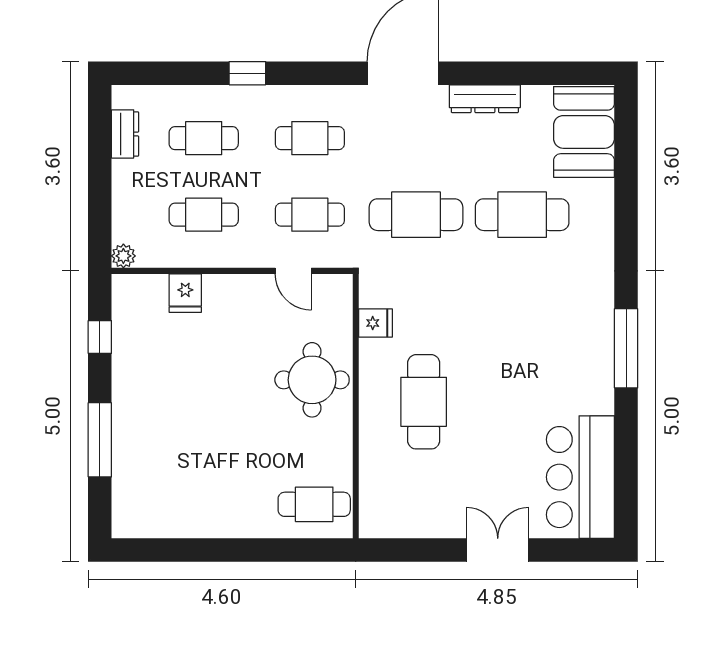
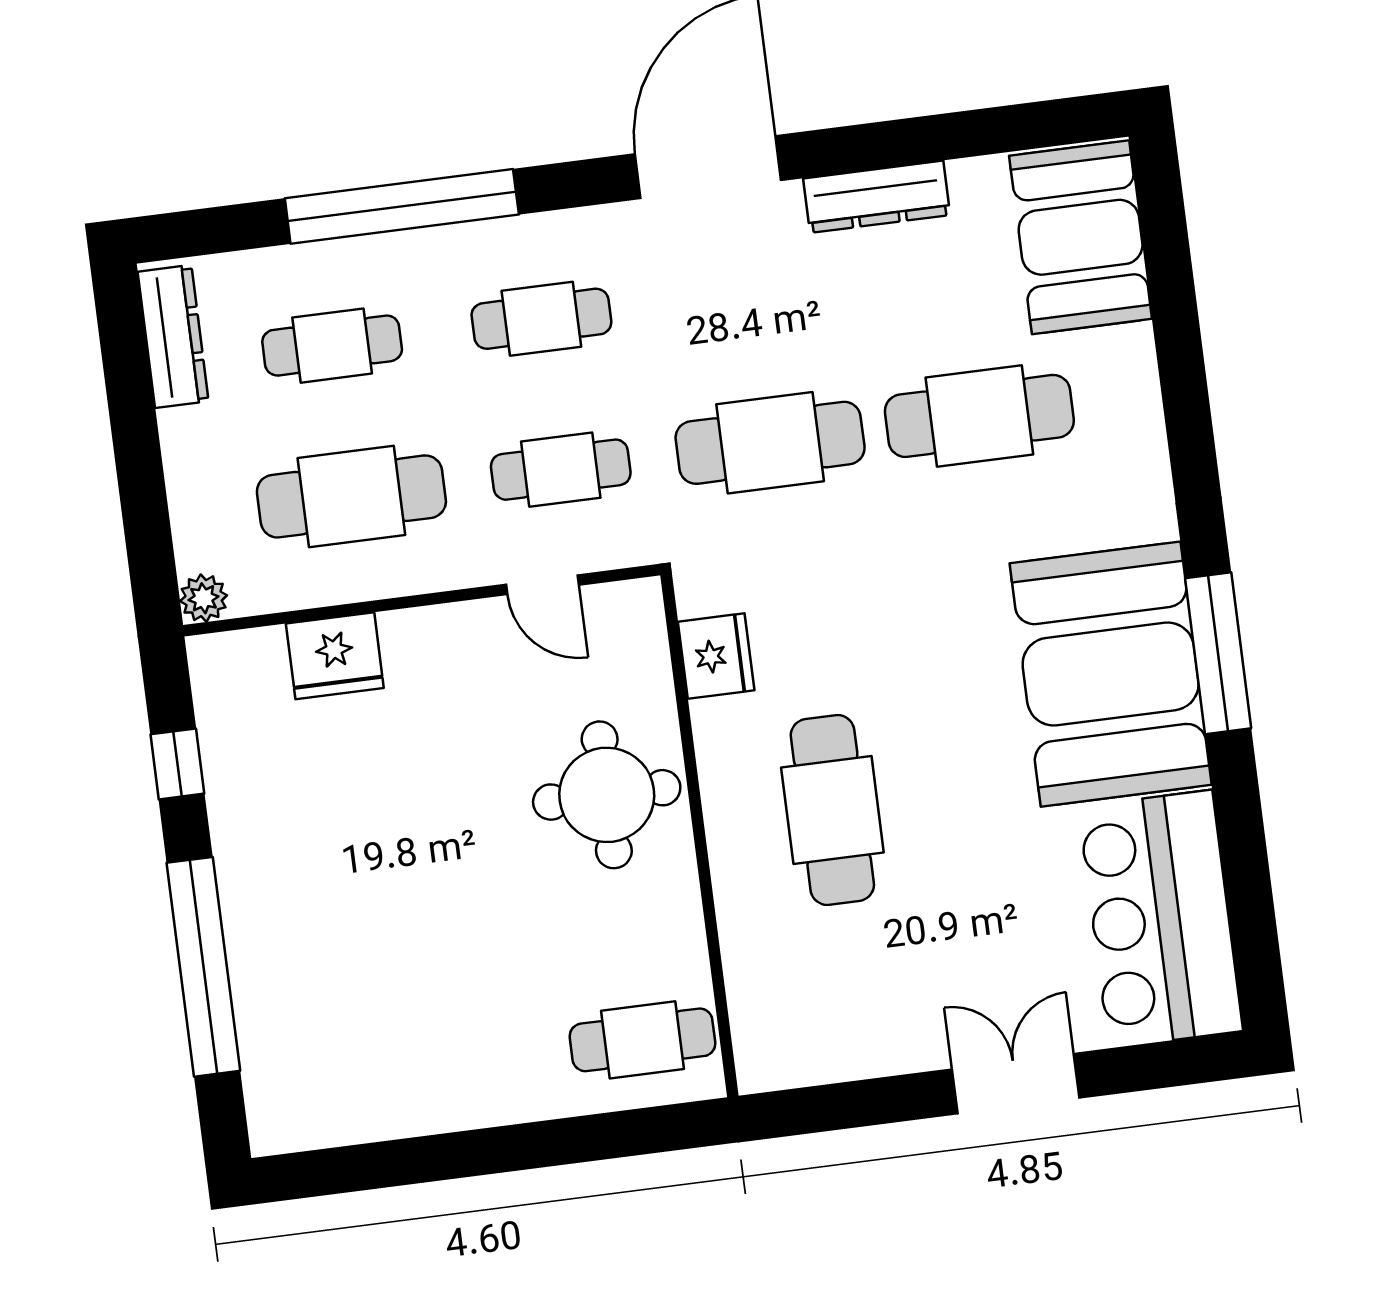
window: (247, 73) -> (402, 206), width x3.17
dresser: (125, 134) -> (173, 336), width x1.44
cafe table: (204, 215) -> (351, 496), width x1.37, depth x1.35
fridge: (185, 293) -> (335, 656), width x1.38
fridge: (375, 323) -> (716, 656), width x1.38
booth: (571, 352) -> (1111, 674), added
window: (100, 440) -> (203, 967), width x1.46

